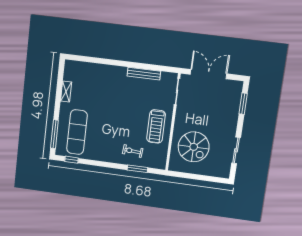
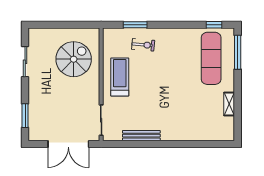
spiral stairs: (194, 147) -> (74, 59), turned 90

